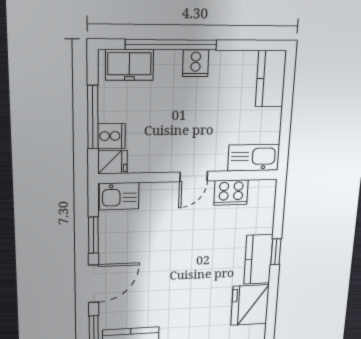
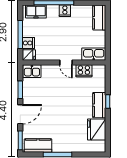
door: (194, 176) -> (66, 63), hinge flipped

